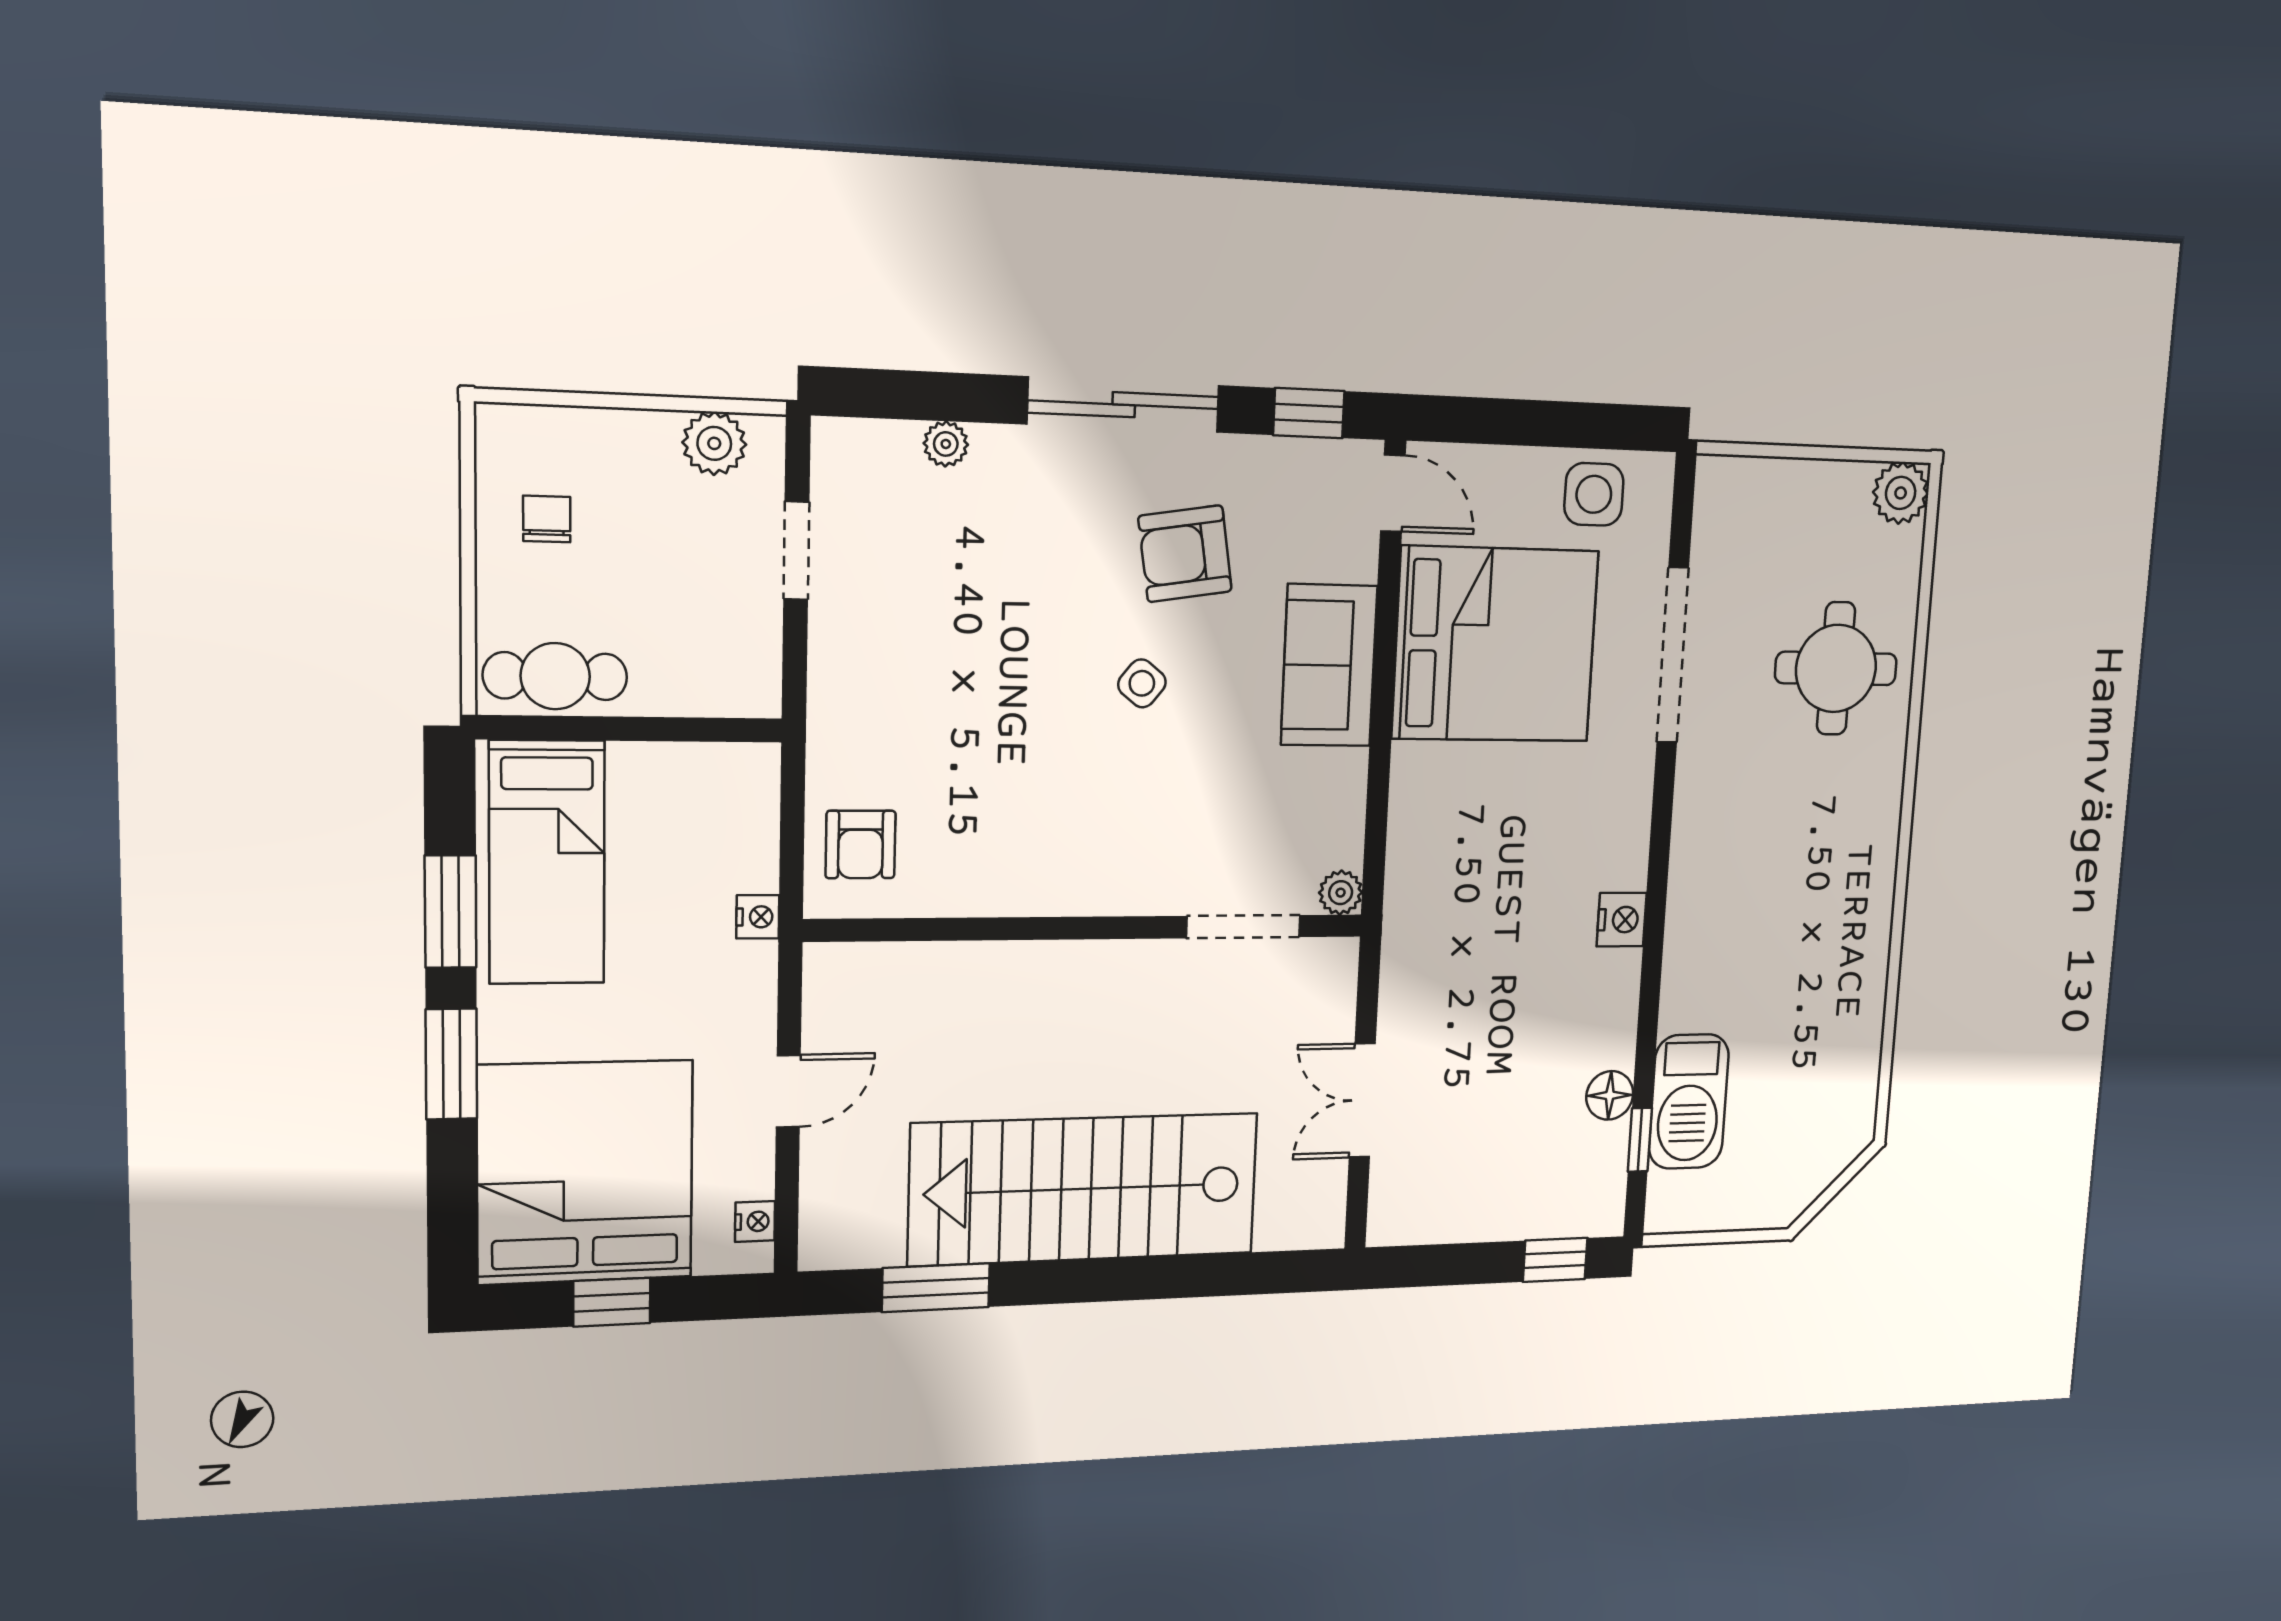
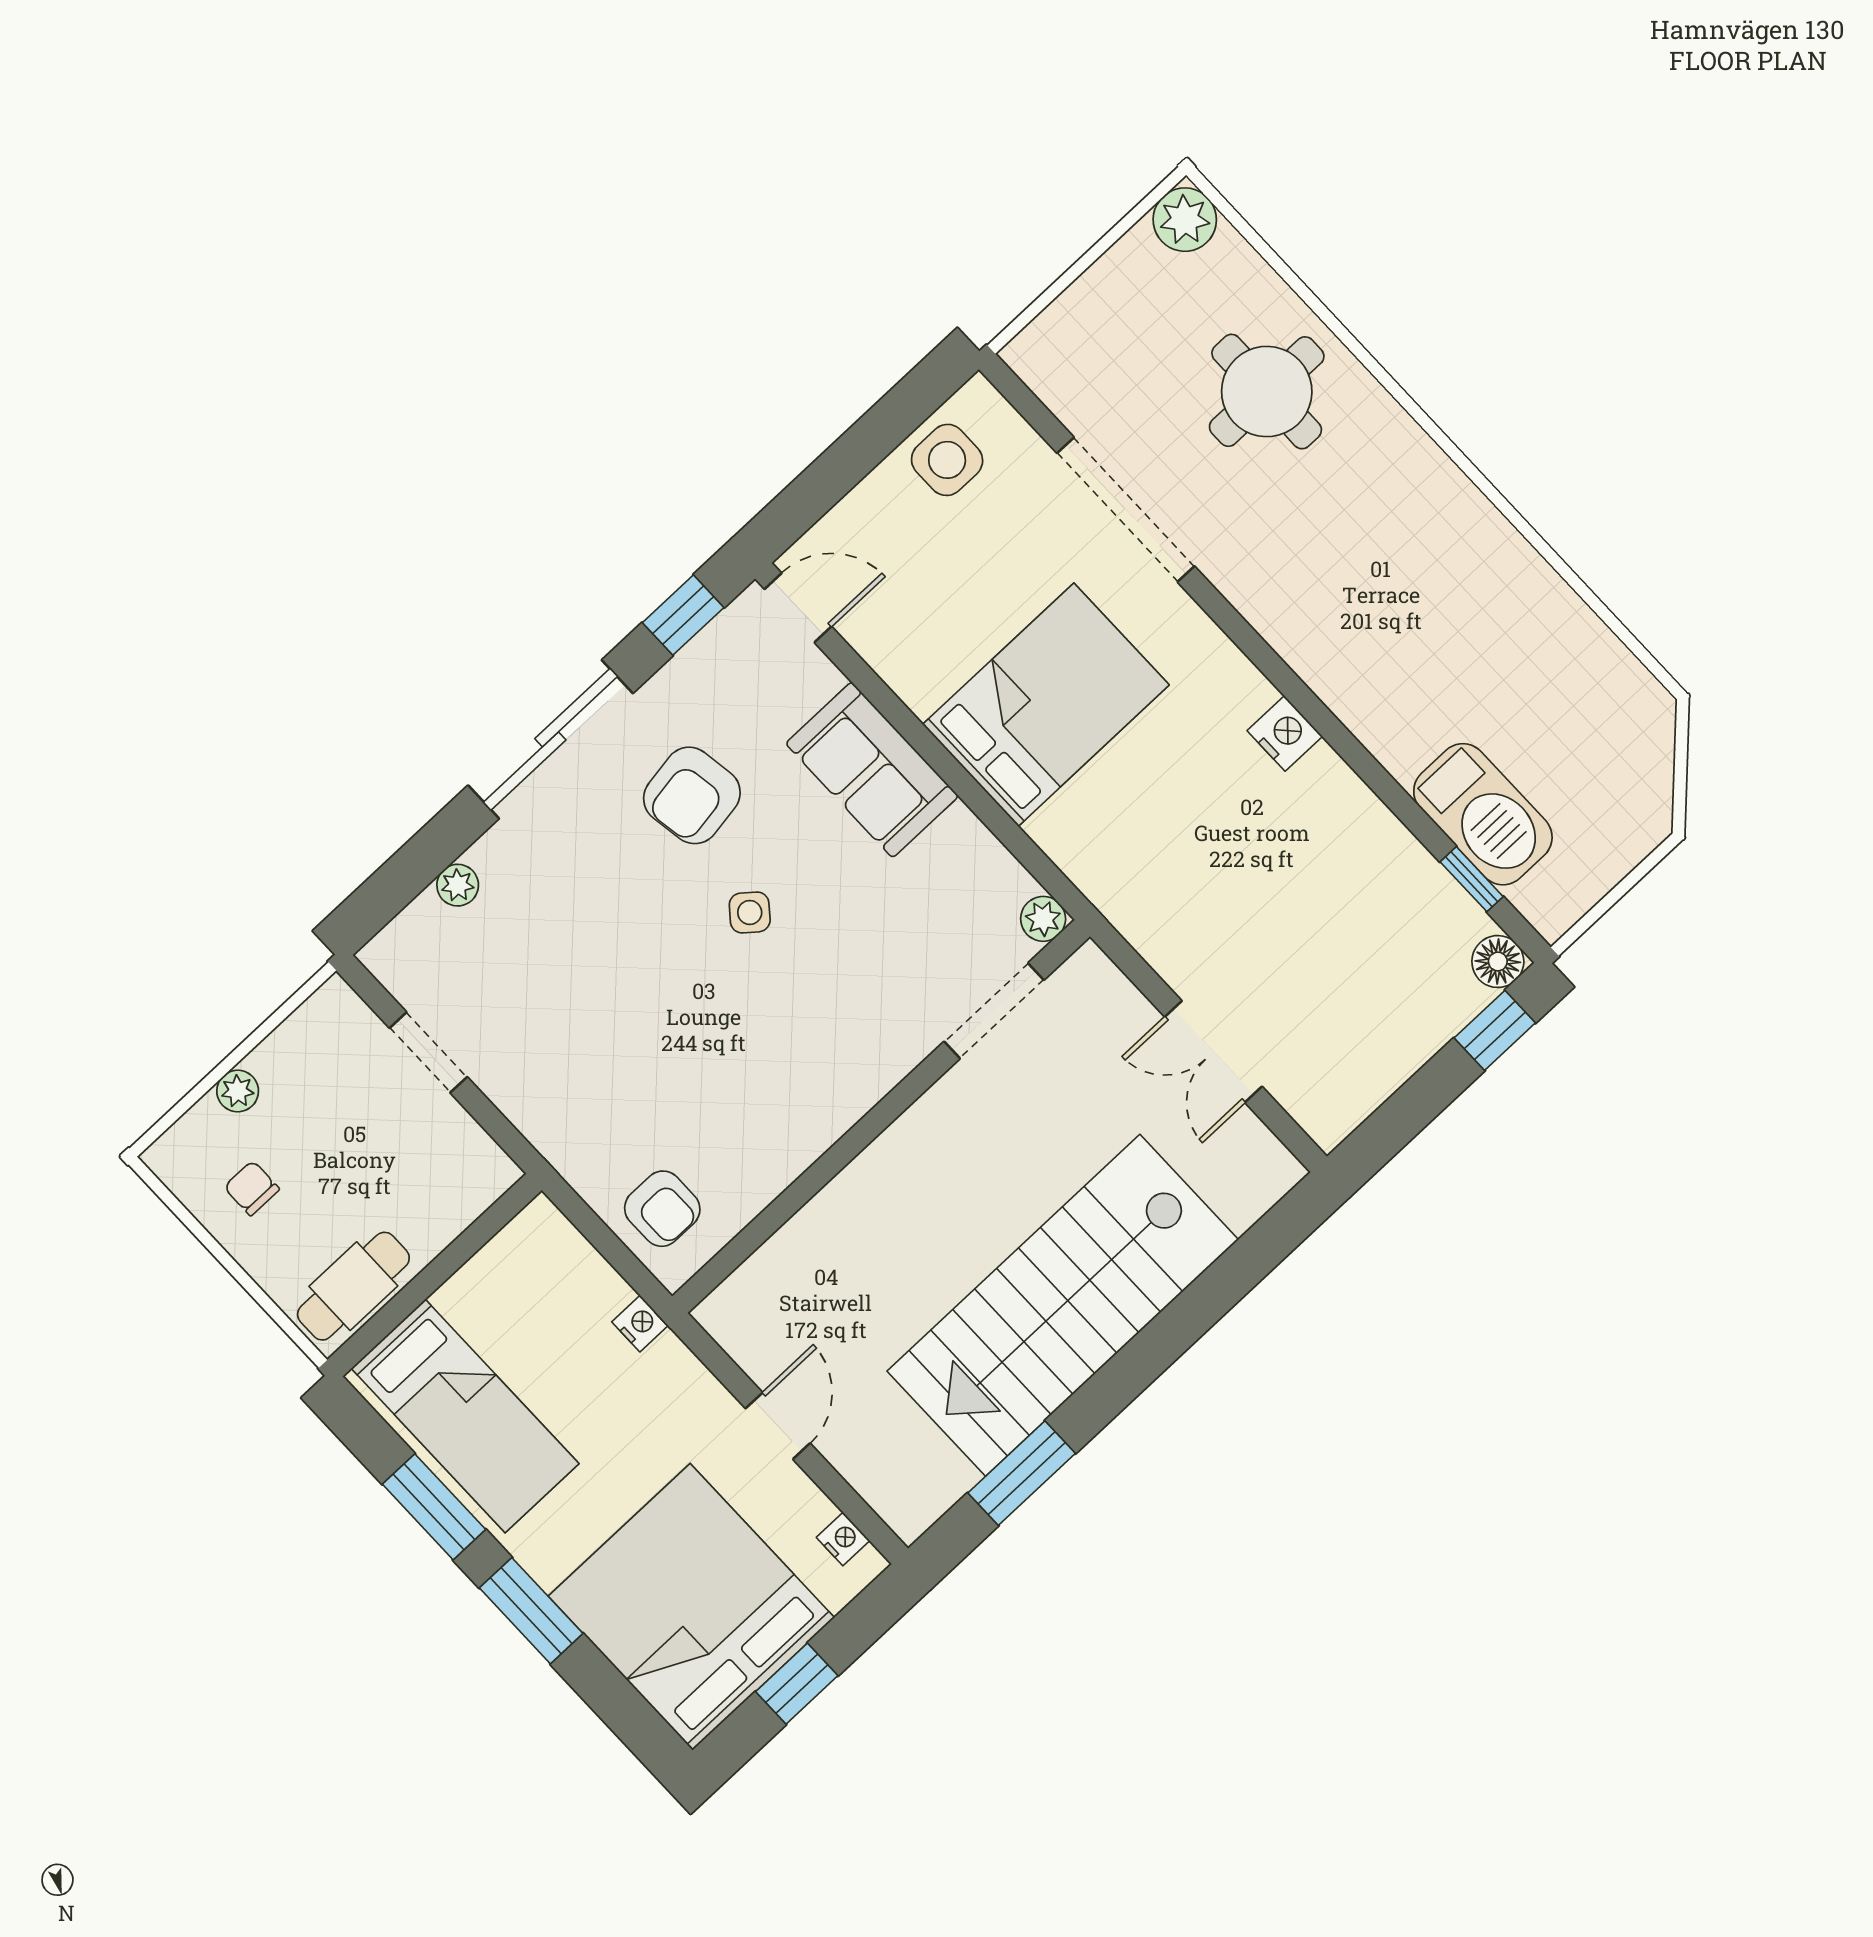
plant: (714, 443) -> (238, 1091), moved, width x0.73, depth x0.73
bed: (1495, 645) -> (1046, 705), moved, width x0.73
floor lamp: (1610, 1095) -> (1498, 962), moved

